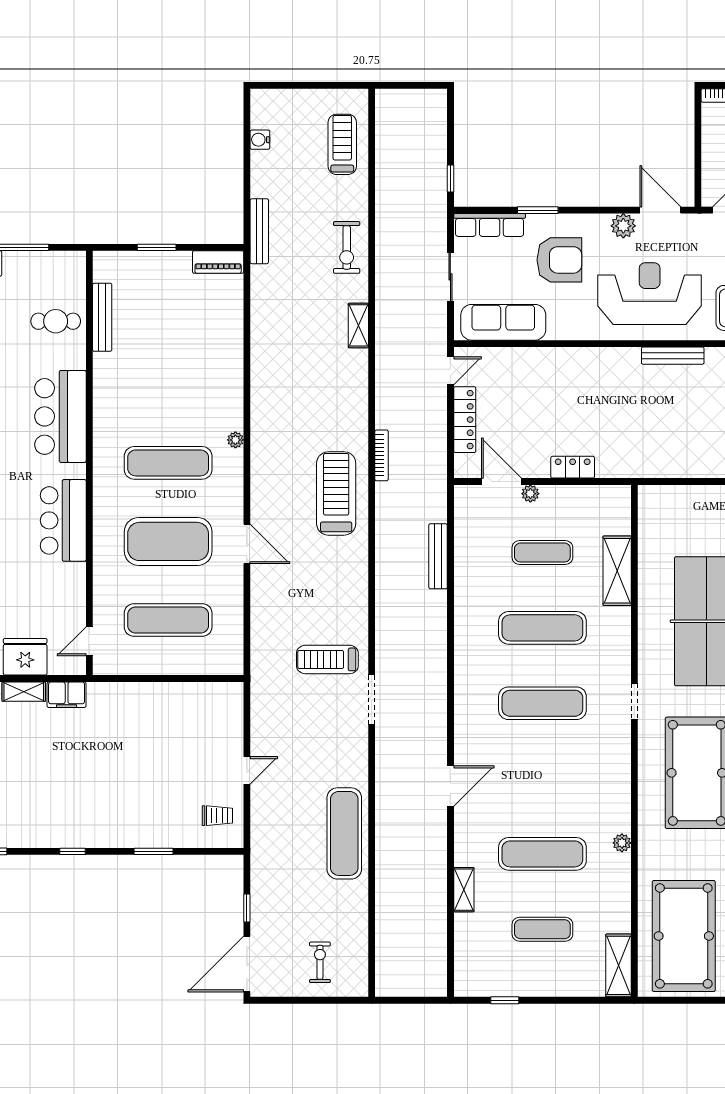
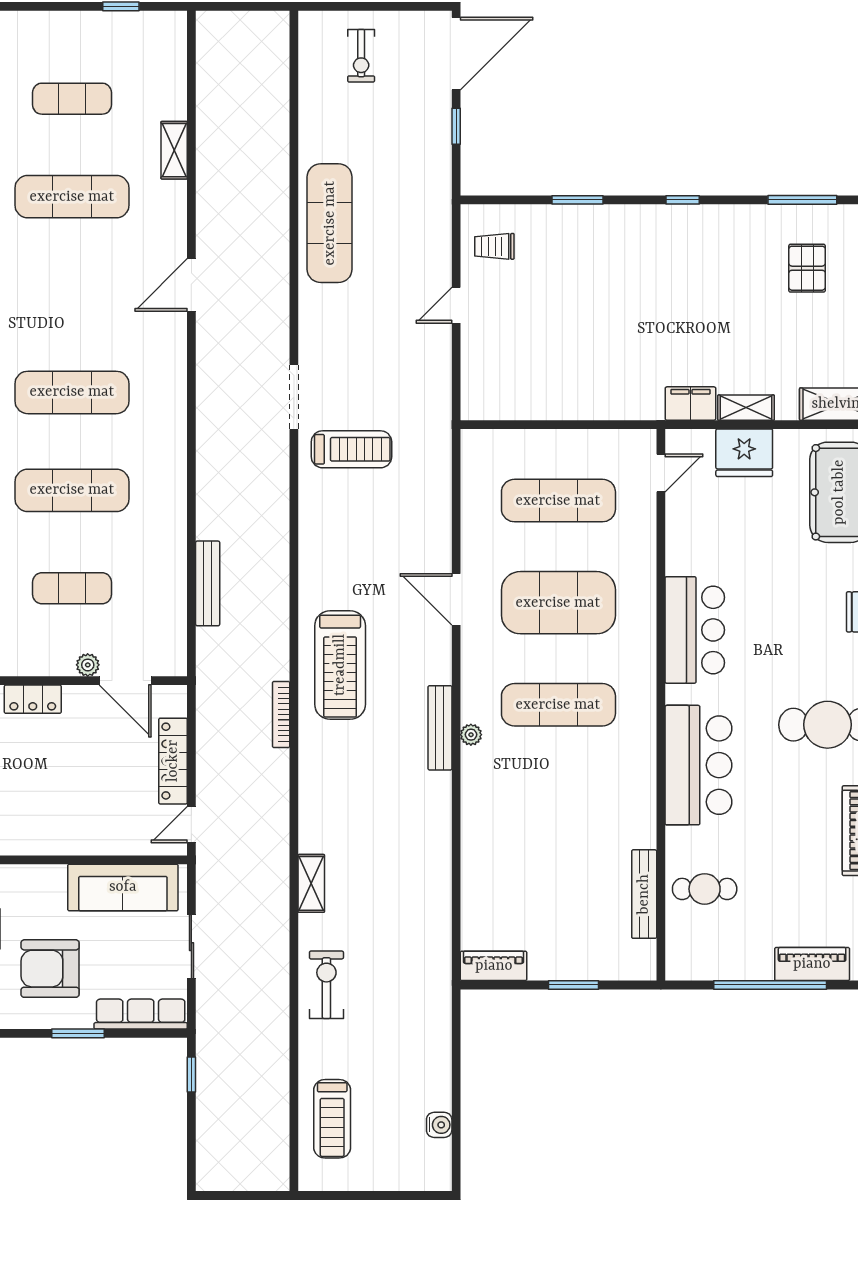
bench: (259, 231) -> (440, 728), moved

